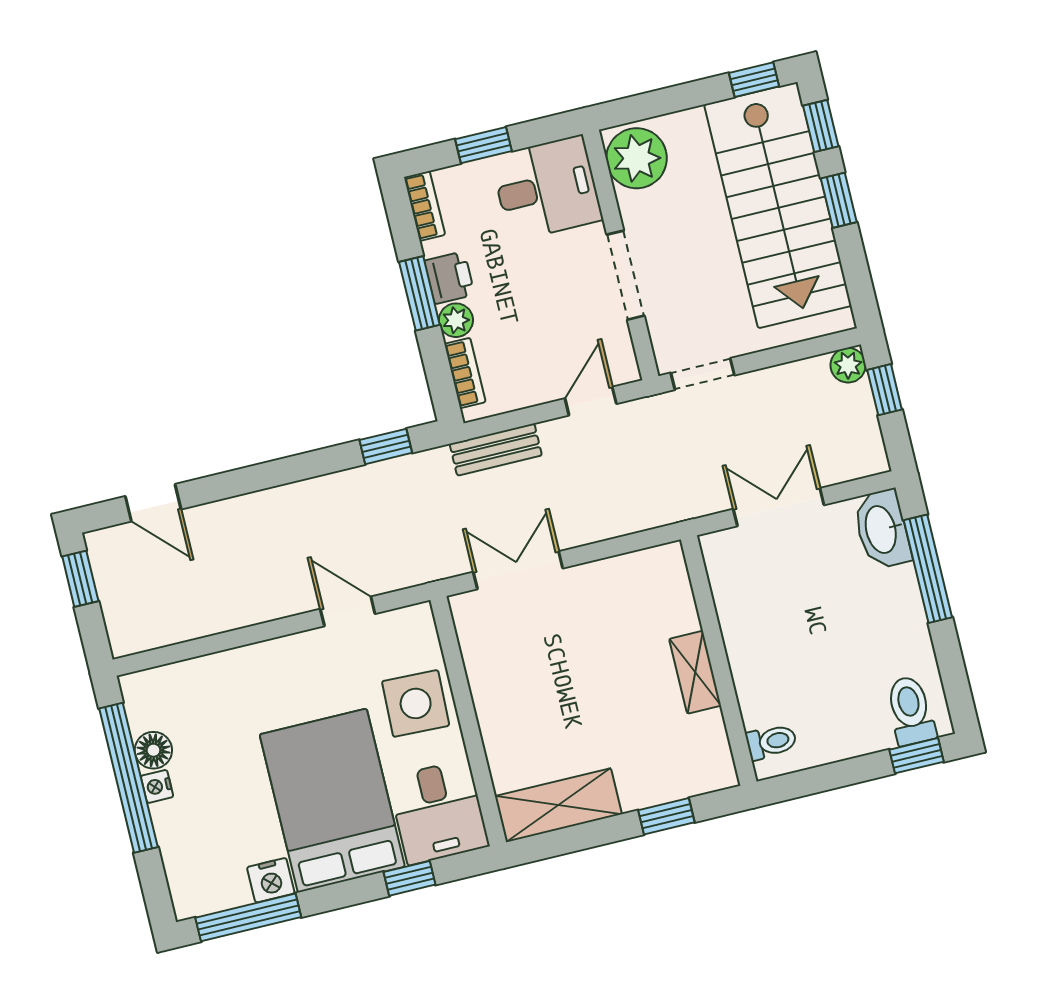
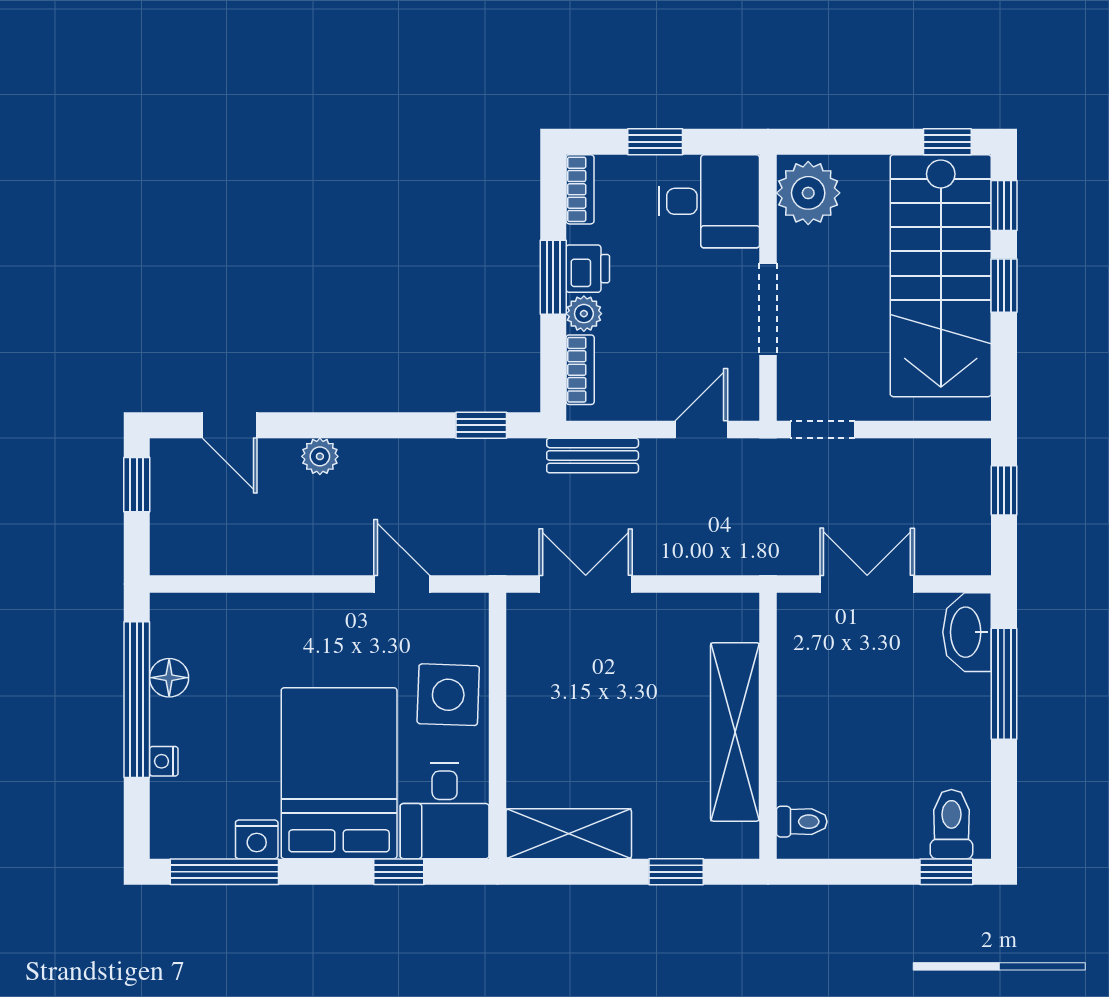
plant: (848, 365) -> (320, 456), moved
shelving: (695, 672) -> (735, 732), width x2.20, depth x1.33
nightstand: (157, 786) -> (164, 761), moved

